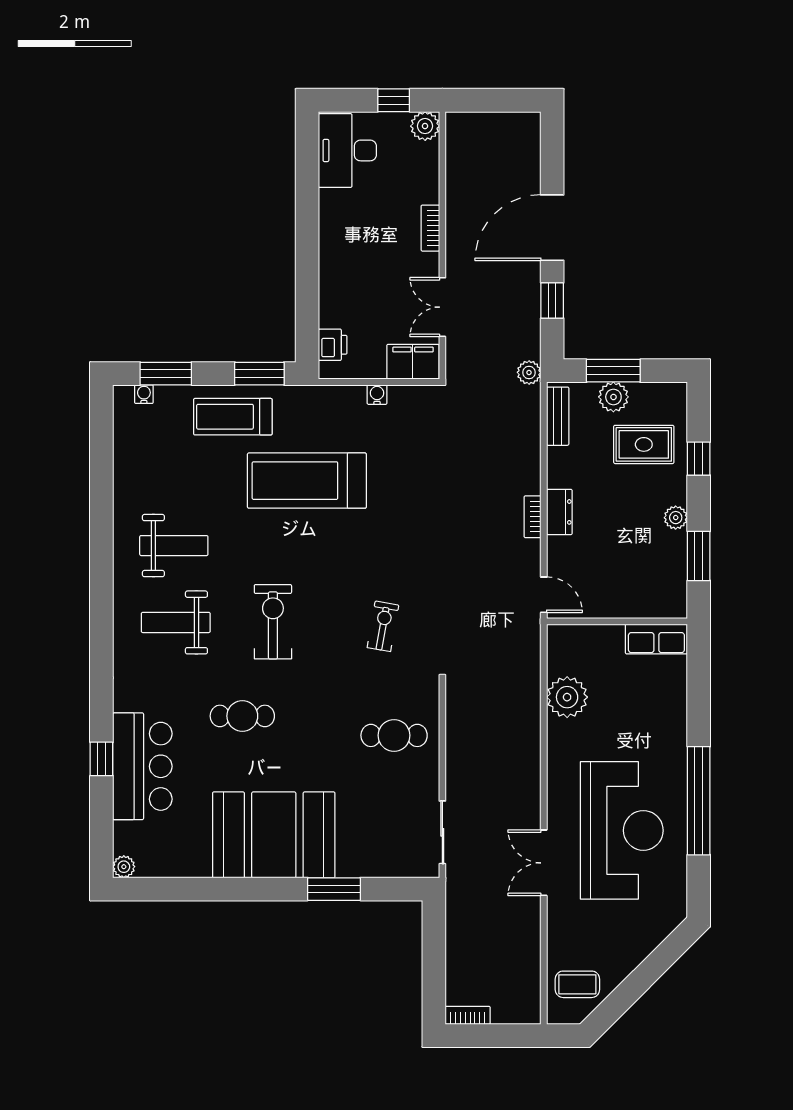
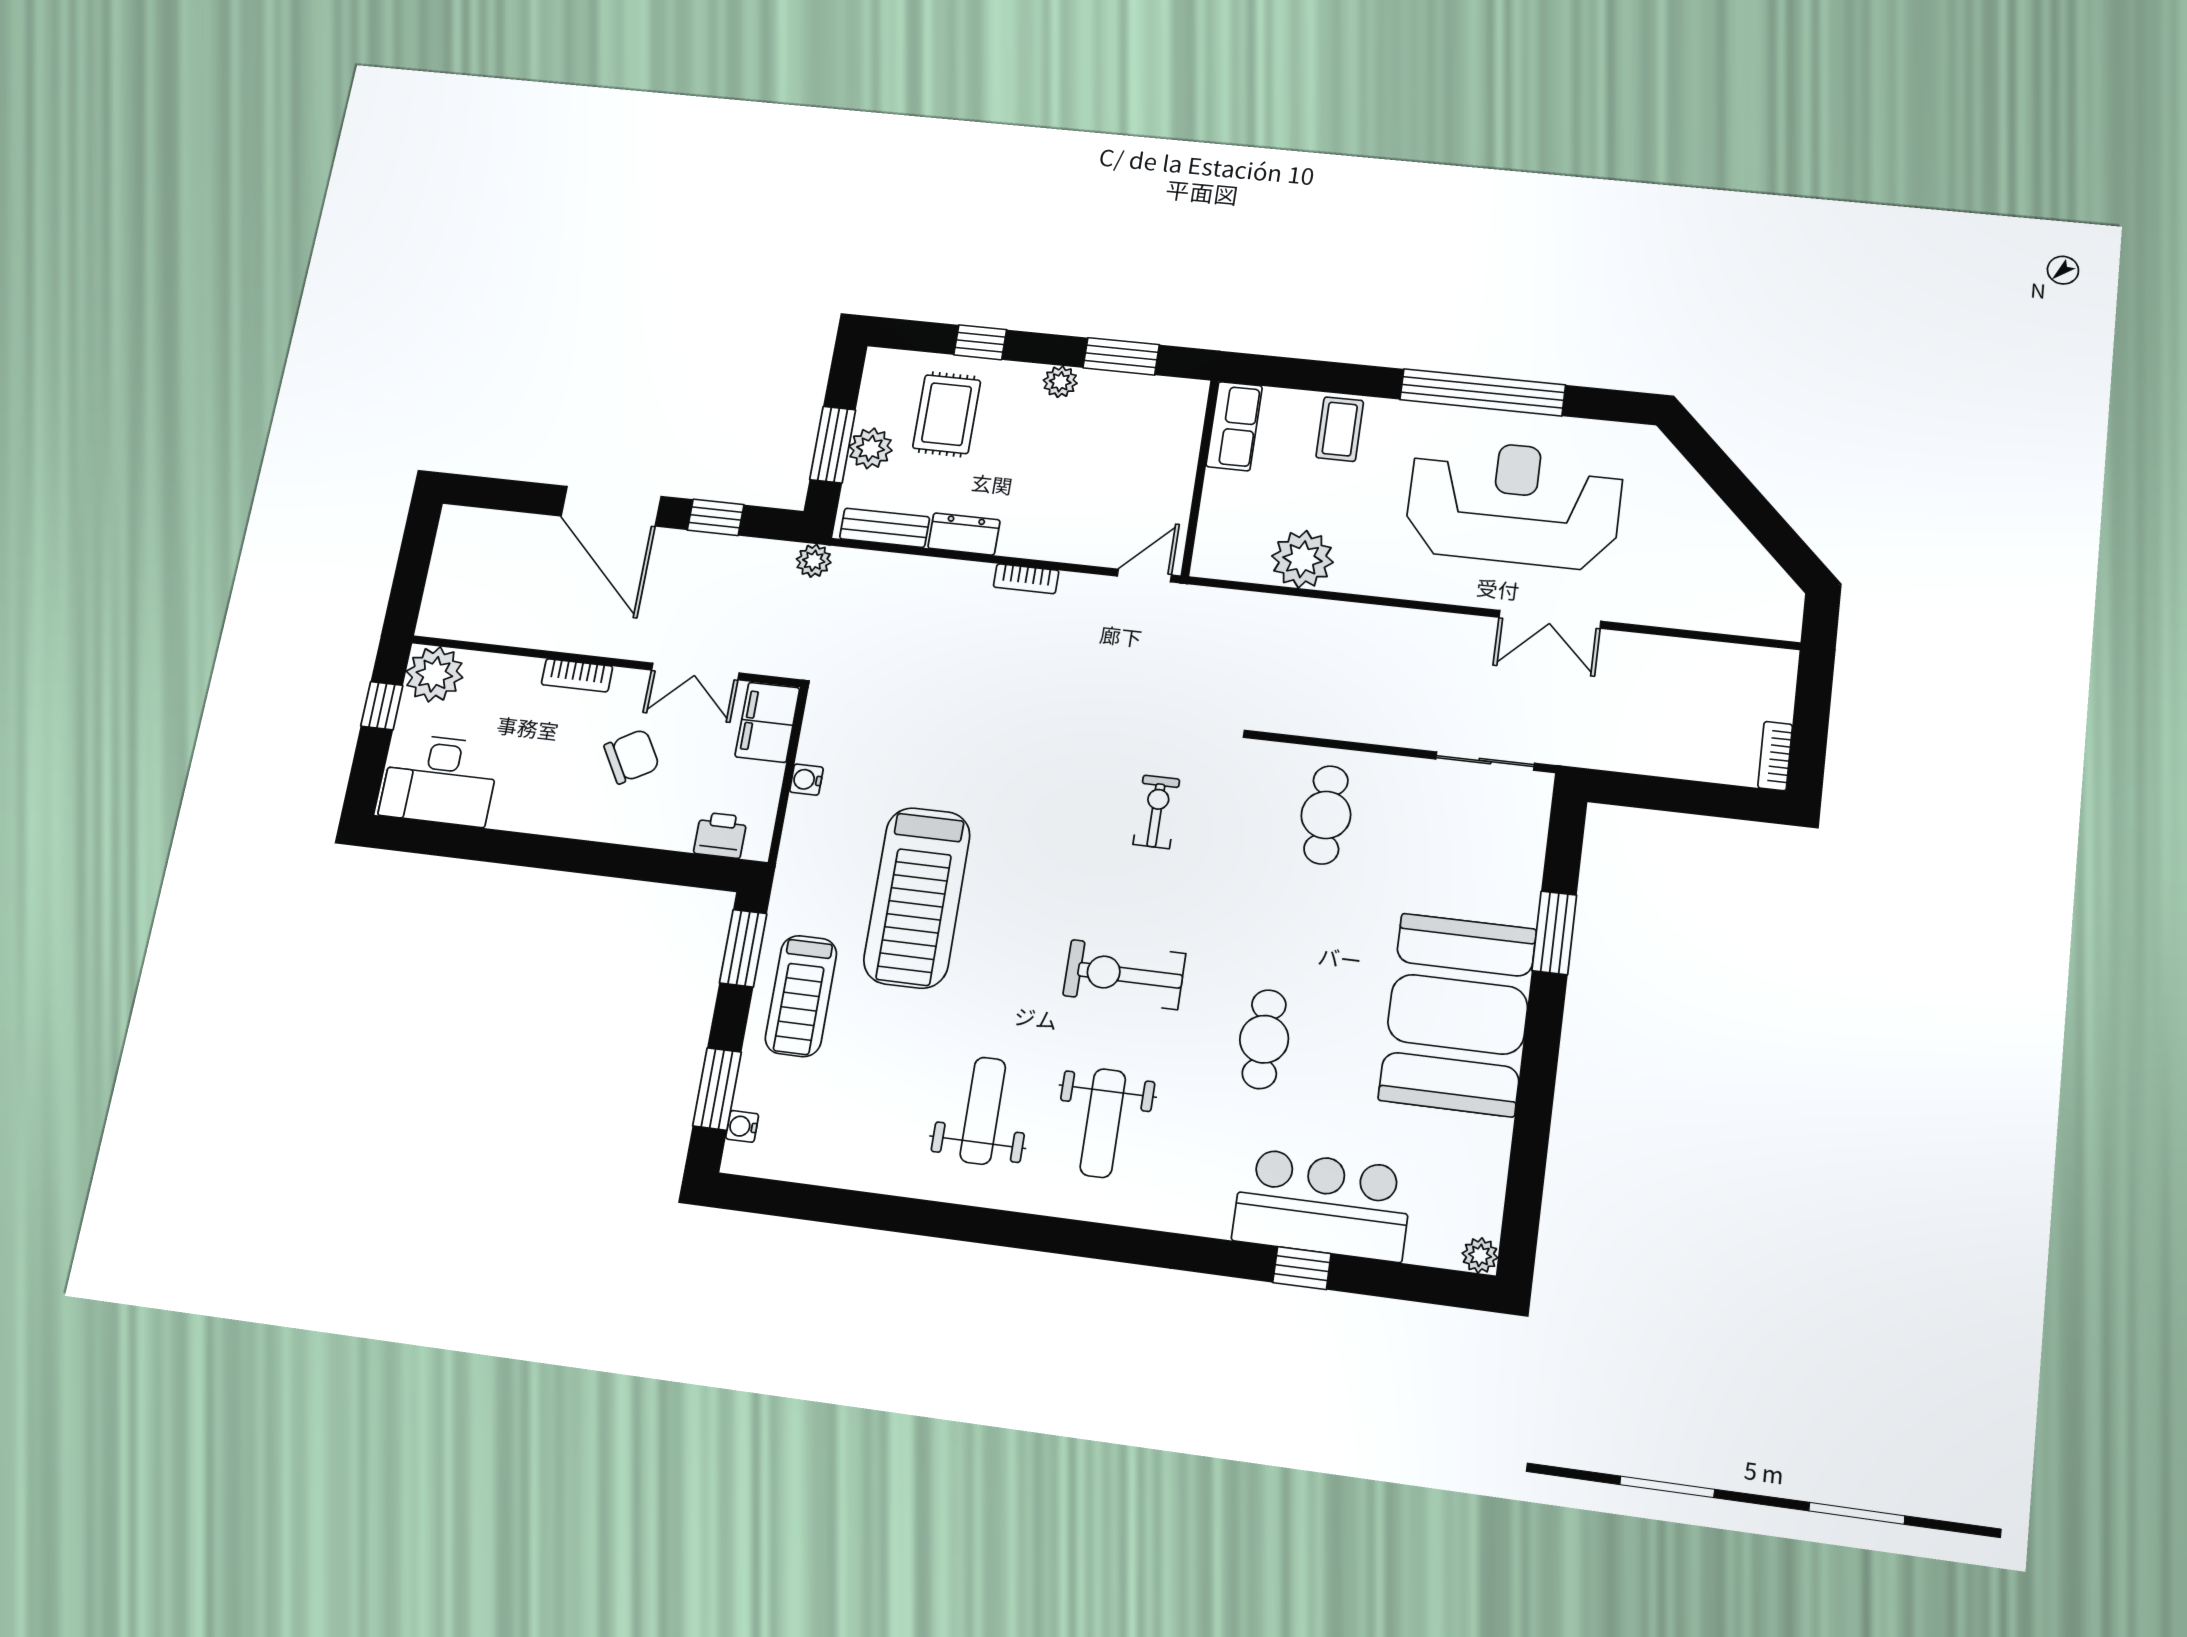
plant: (425, 126) -> (434, 674), width x1.36, depth x1.36
chair: (379, 276) -> (632, 756), added
dresser: (559, 512) -> (964, 534), moved
exercise bike: (383, 626) -> (1156, 812), turned 80
coffee table: (577, 984) -> (1340, 429), moved

